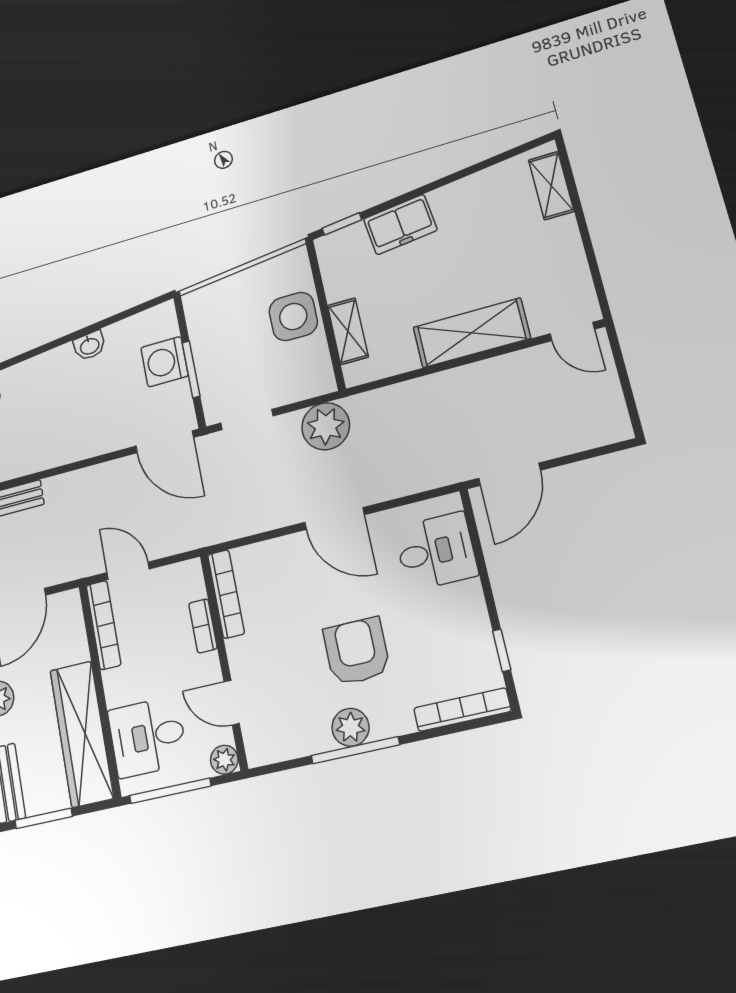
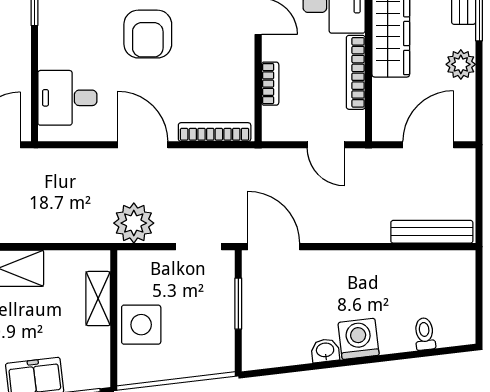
washing machine: (165, 362) -> (359, 339), moved, turned -97
bookcase: (226, 594) -> (215, 132), moved, turned 90
bookcase: (104, 625) -> (356, 72), moved

